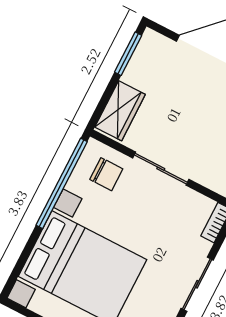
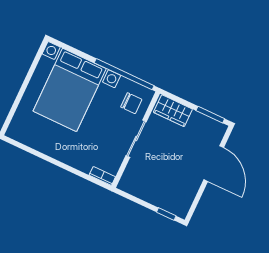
chair: (106, 174) -> (131, 103), turned -90
sliding door: (197, 284) -> (62, 165), removed

